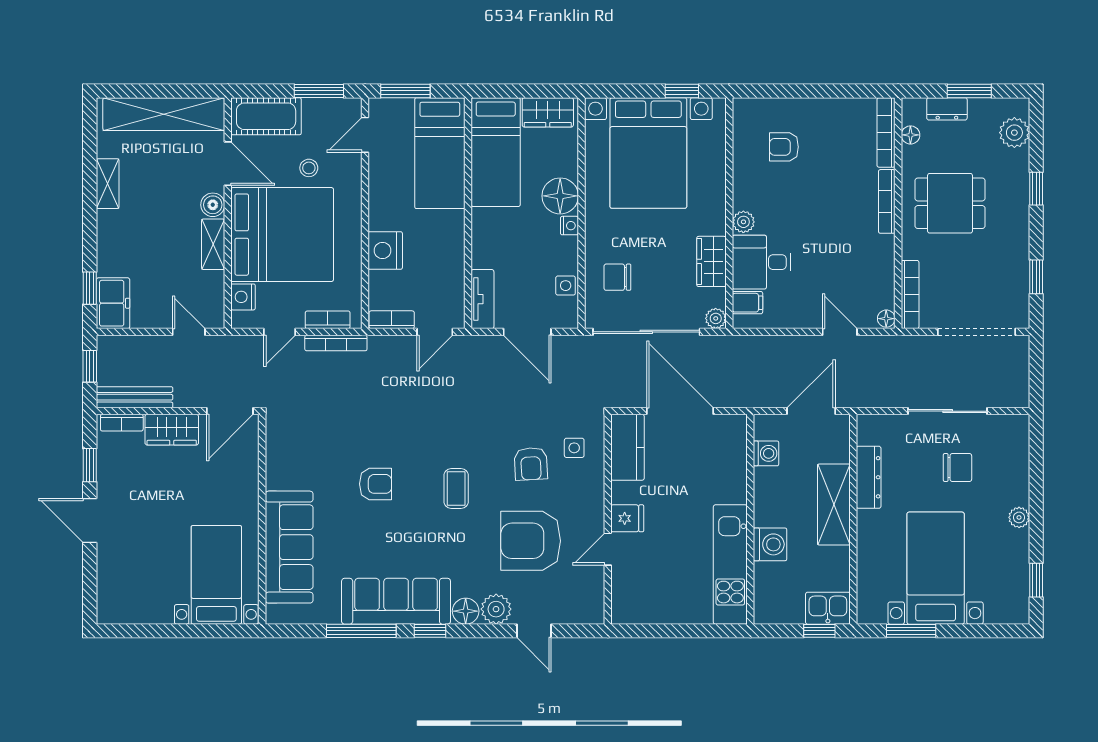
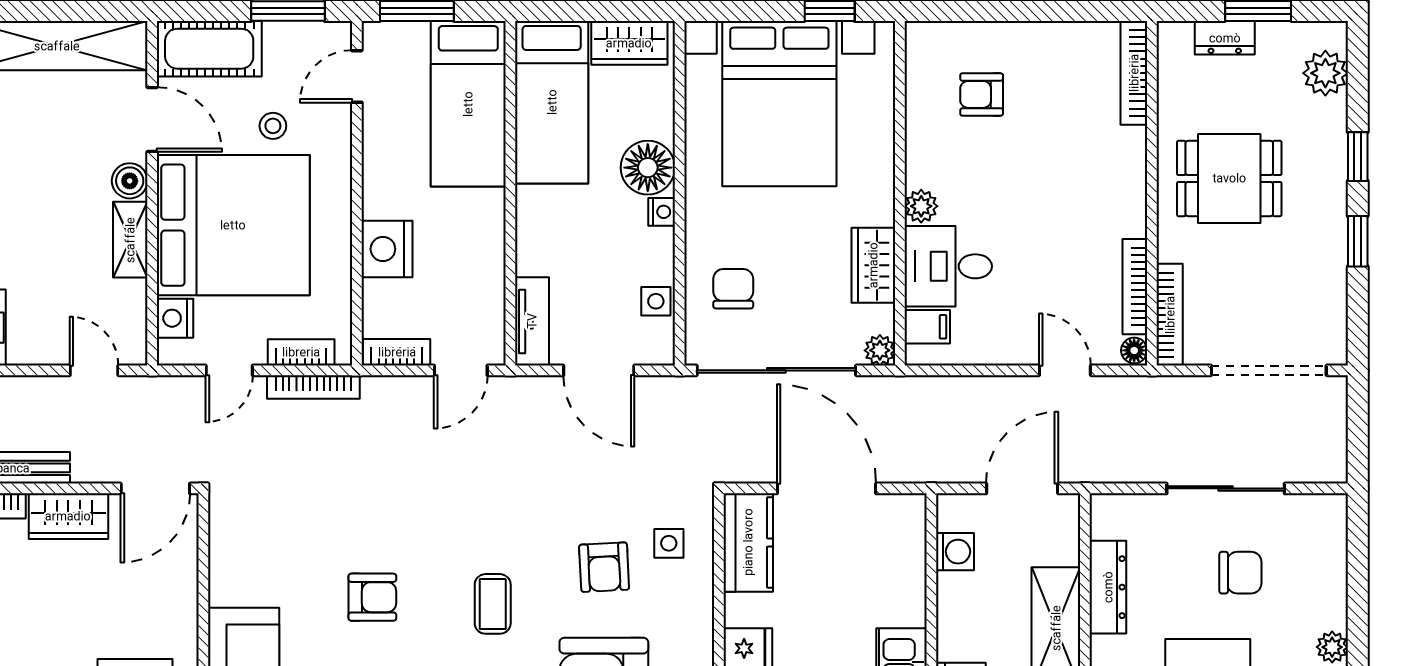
floor lamp: (910, 135) -> (1170, 77), removed
bookcase: (887, 201) -> (1135, 287), moved
chair: (617, 277) -> (733, 289), turned 90
window: (1036, 277) -> (1358, 241), moved

